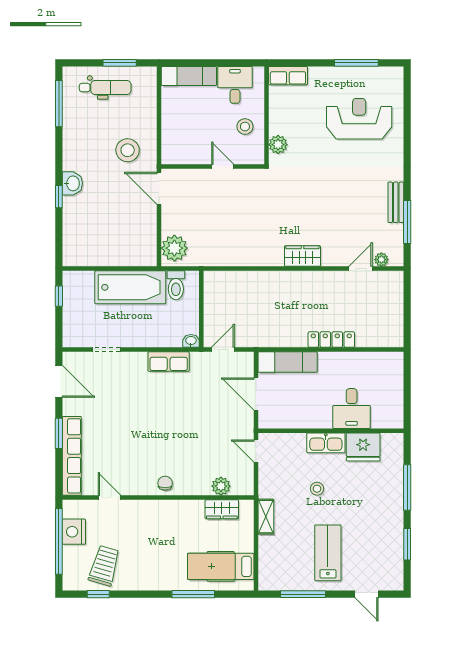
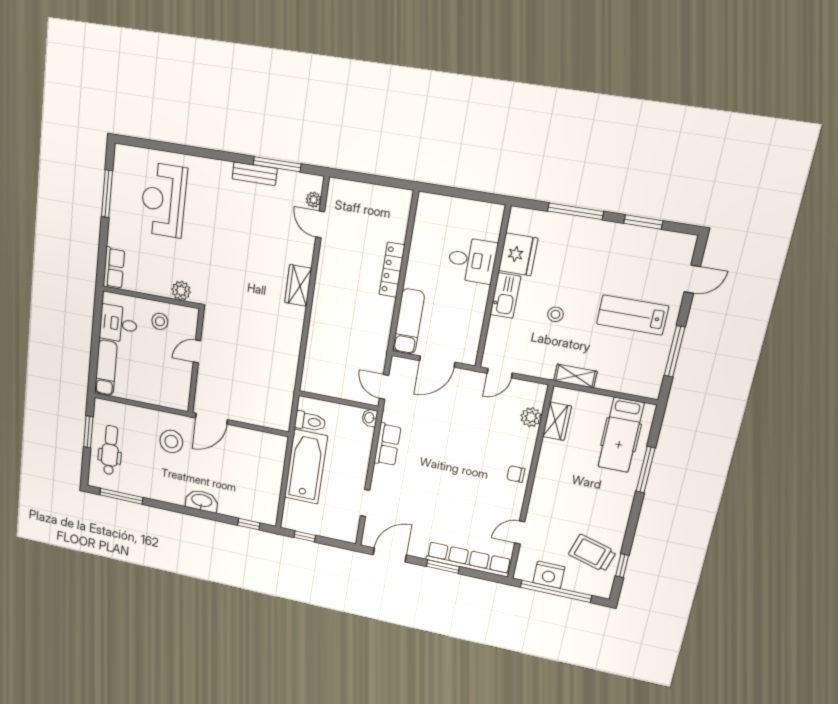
washbasin: (72, 183) -> (202, 501), width x1.38
window: (59, 197) -> (249, 524), moved
plant: (174, 248) -> (273, 416), removed

